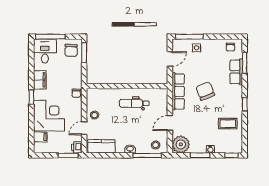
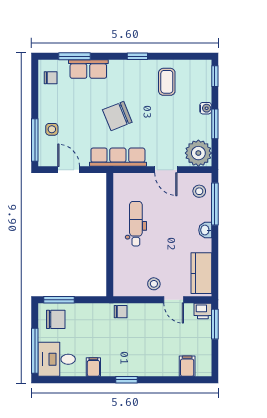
filing cabinet: (40, 80) -> (93, 367), width x0.50
dental chair: (134, 103) -> (136, 224), turned 180
corner desk: (49, 116) -> (155, 353), removed

